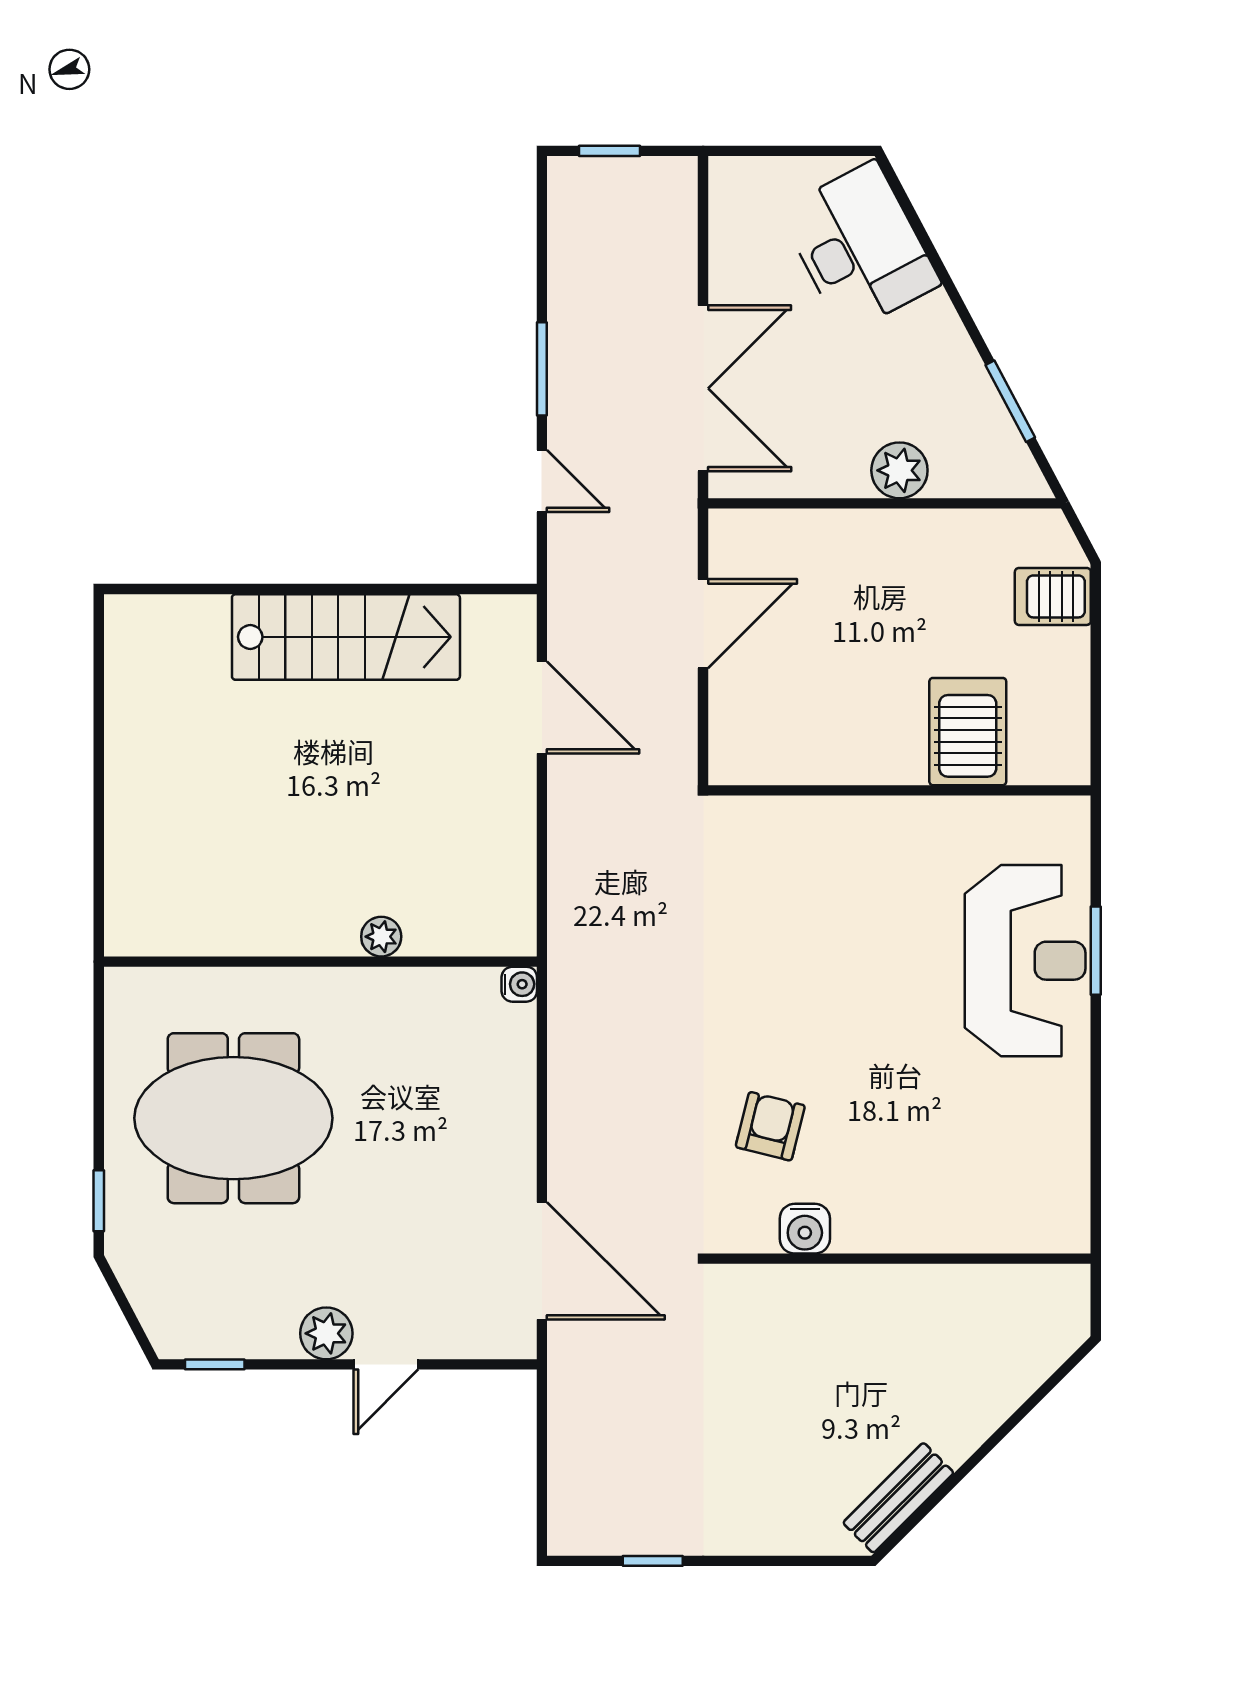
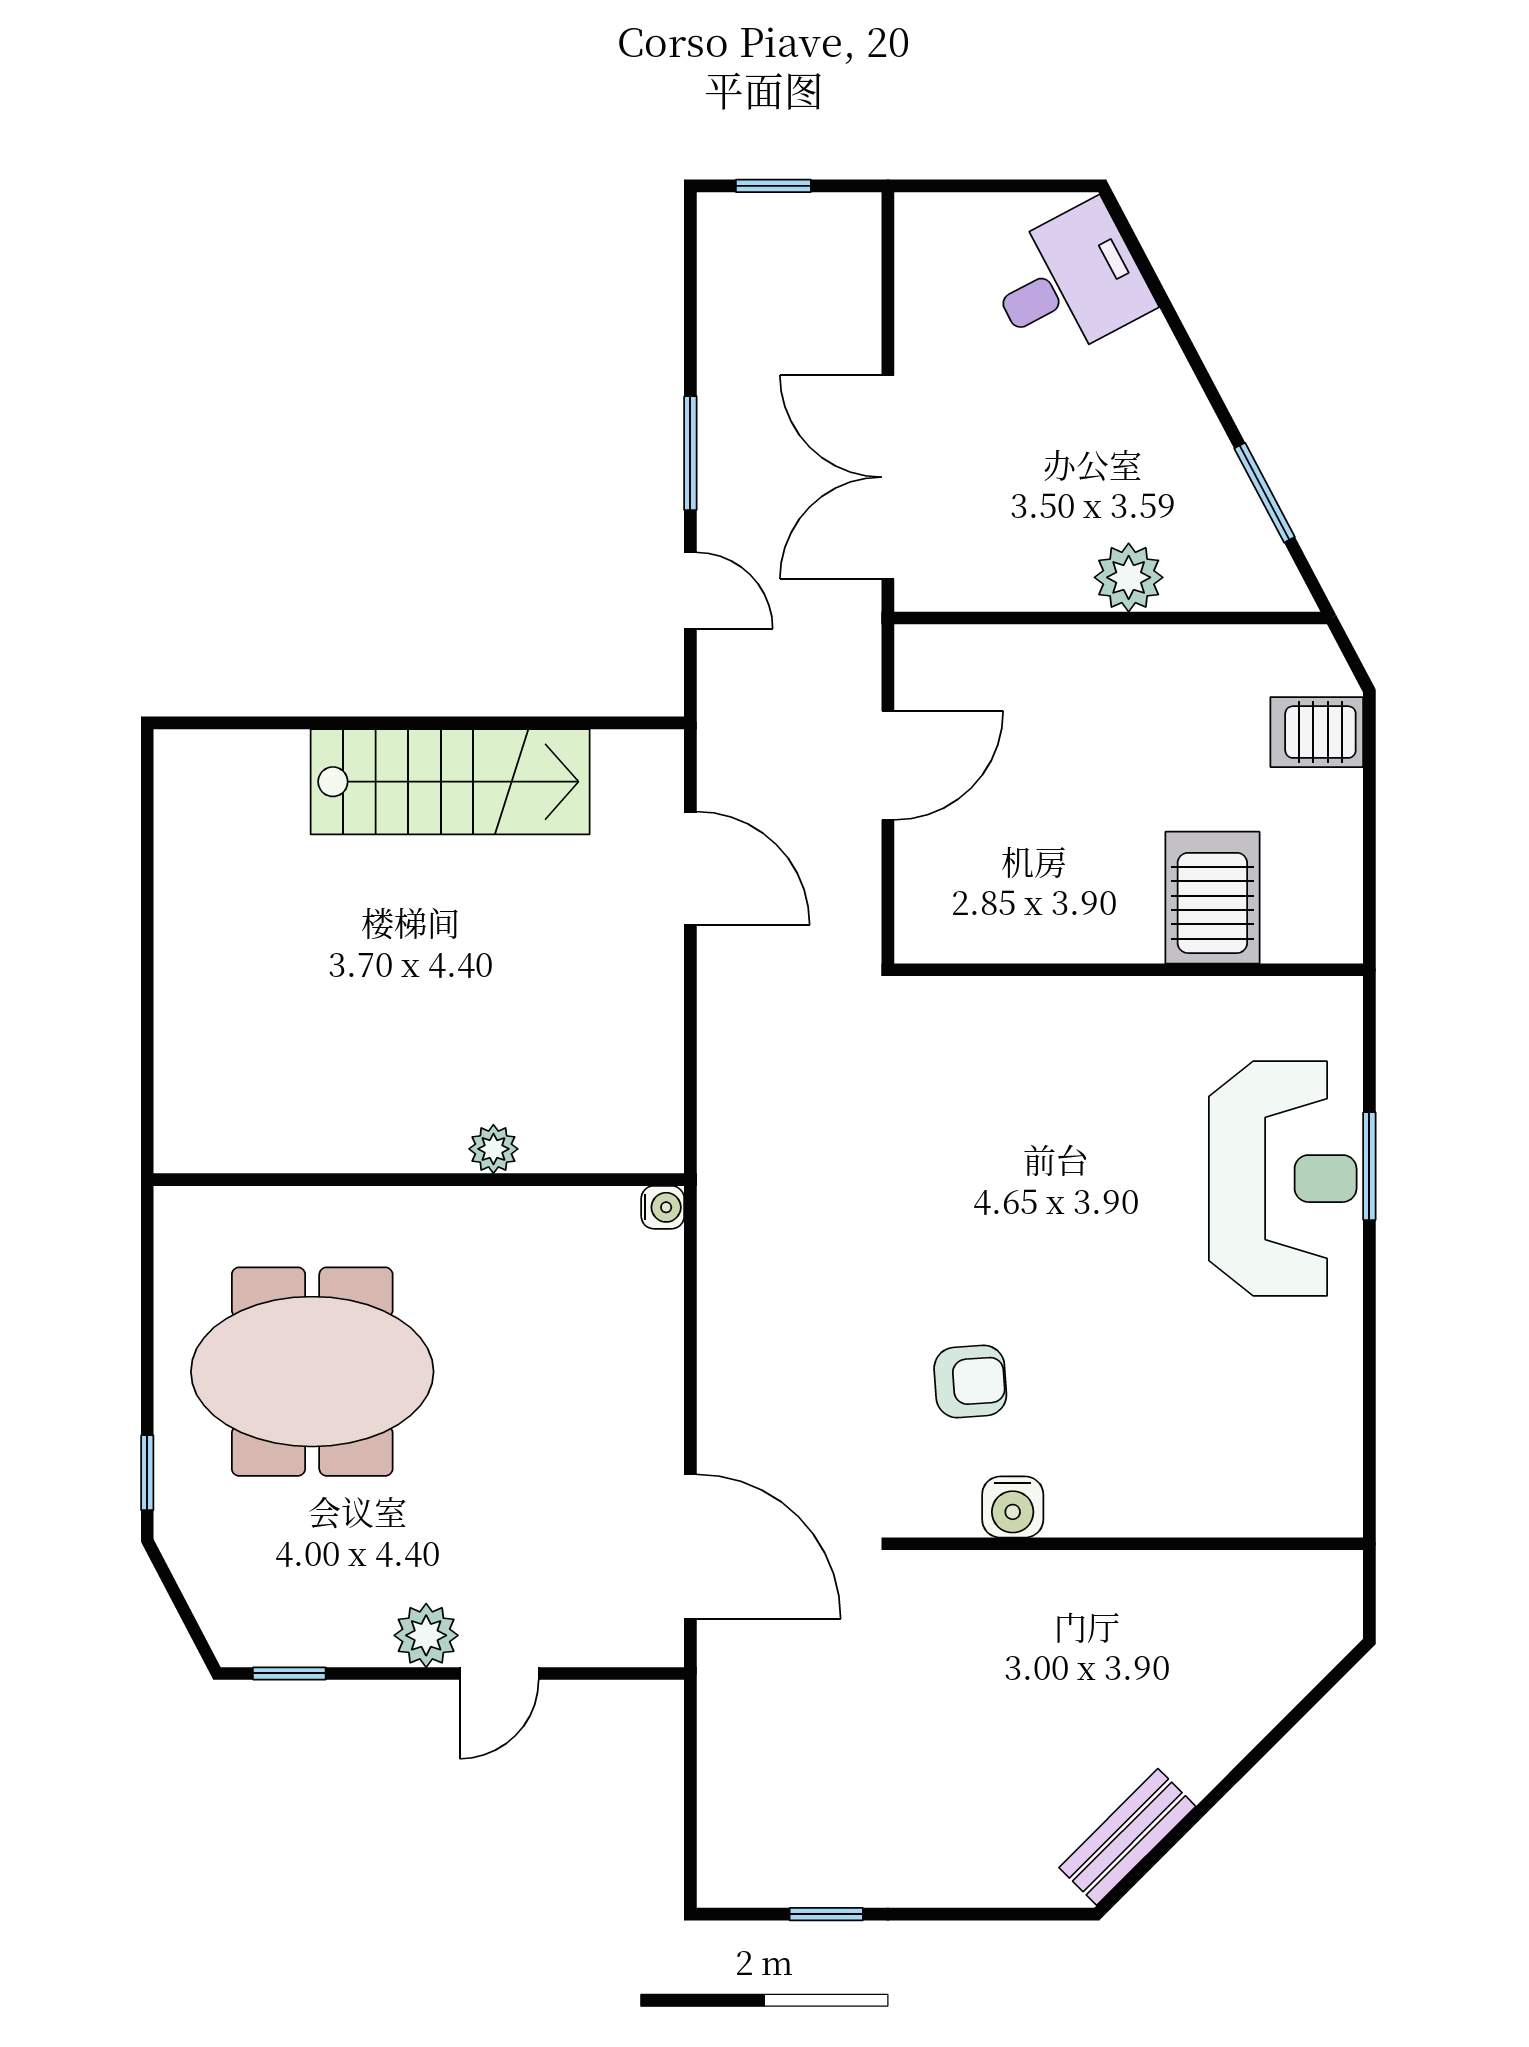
desk: (860, 247) -> (1069, 283), width x0.73
double door: (703, 388) -> (888, 477), swing flipped
armchair: (770, 1126) -> (970, 1381), turned 72

